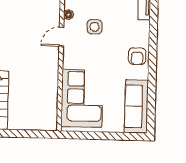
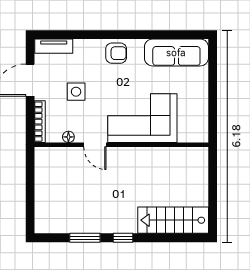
side table: (95, 27) -> (76, 92), moved
corner sofa: (82, 98) -> (142, 118), moved

